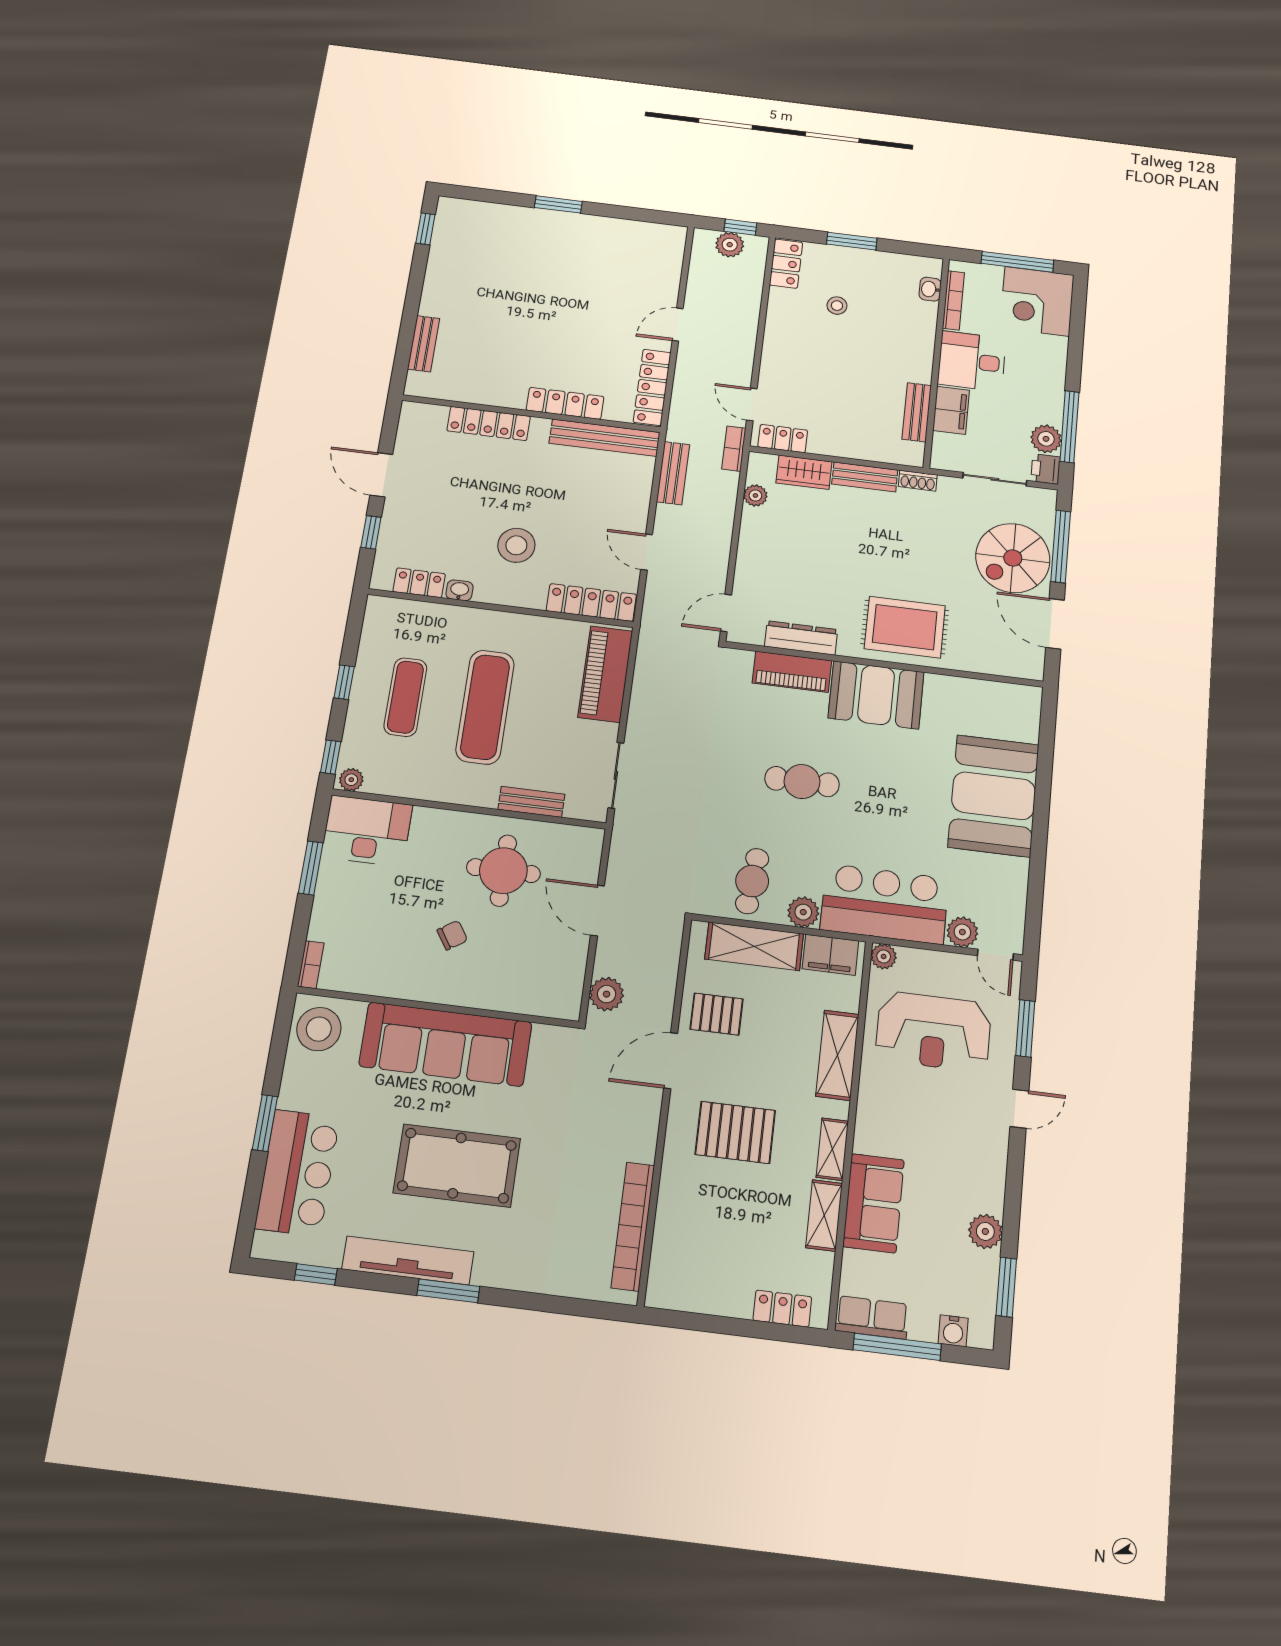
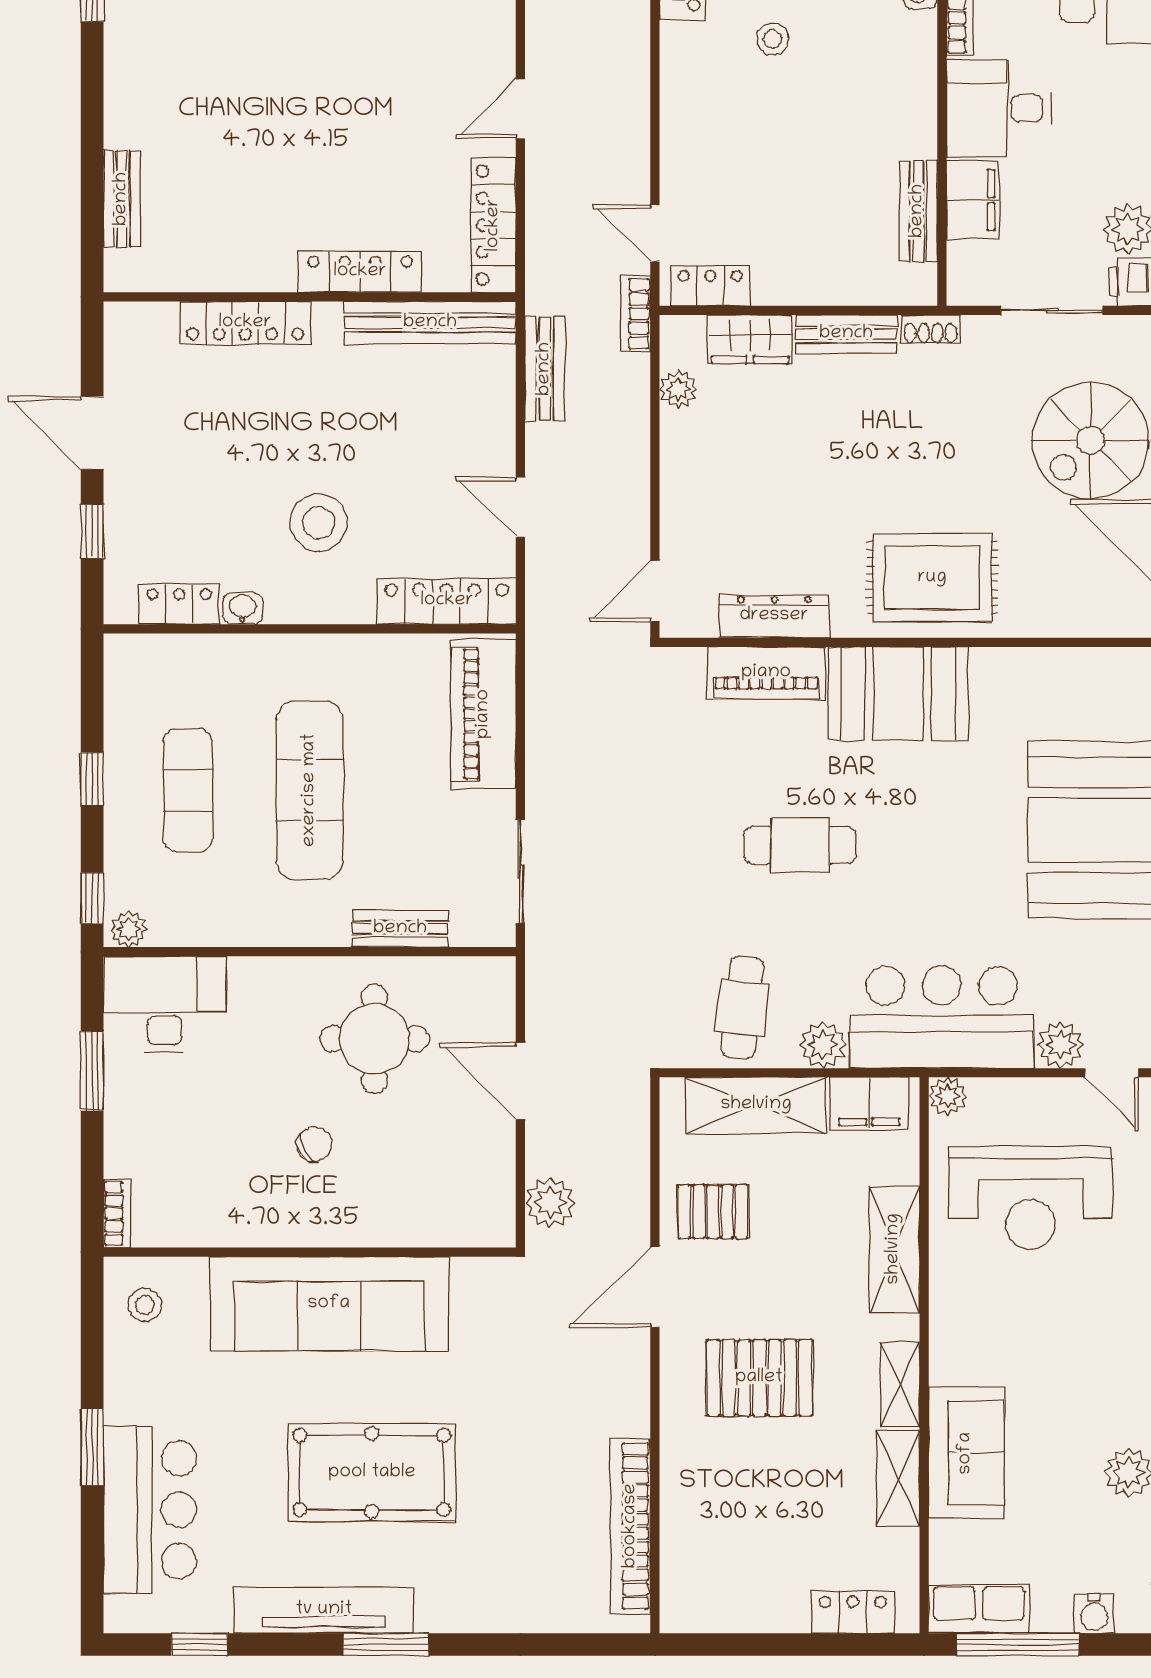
stool: (319, 1029) -> (145, 1305), width x0.53, depth x0.53

